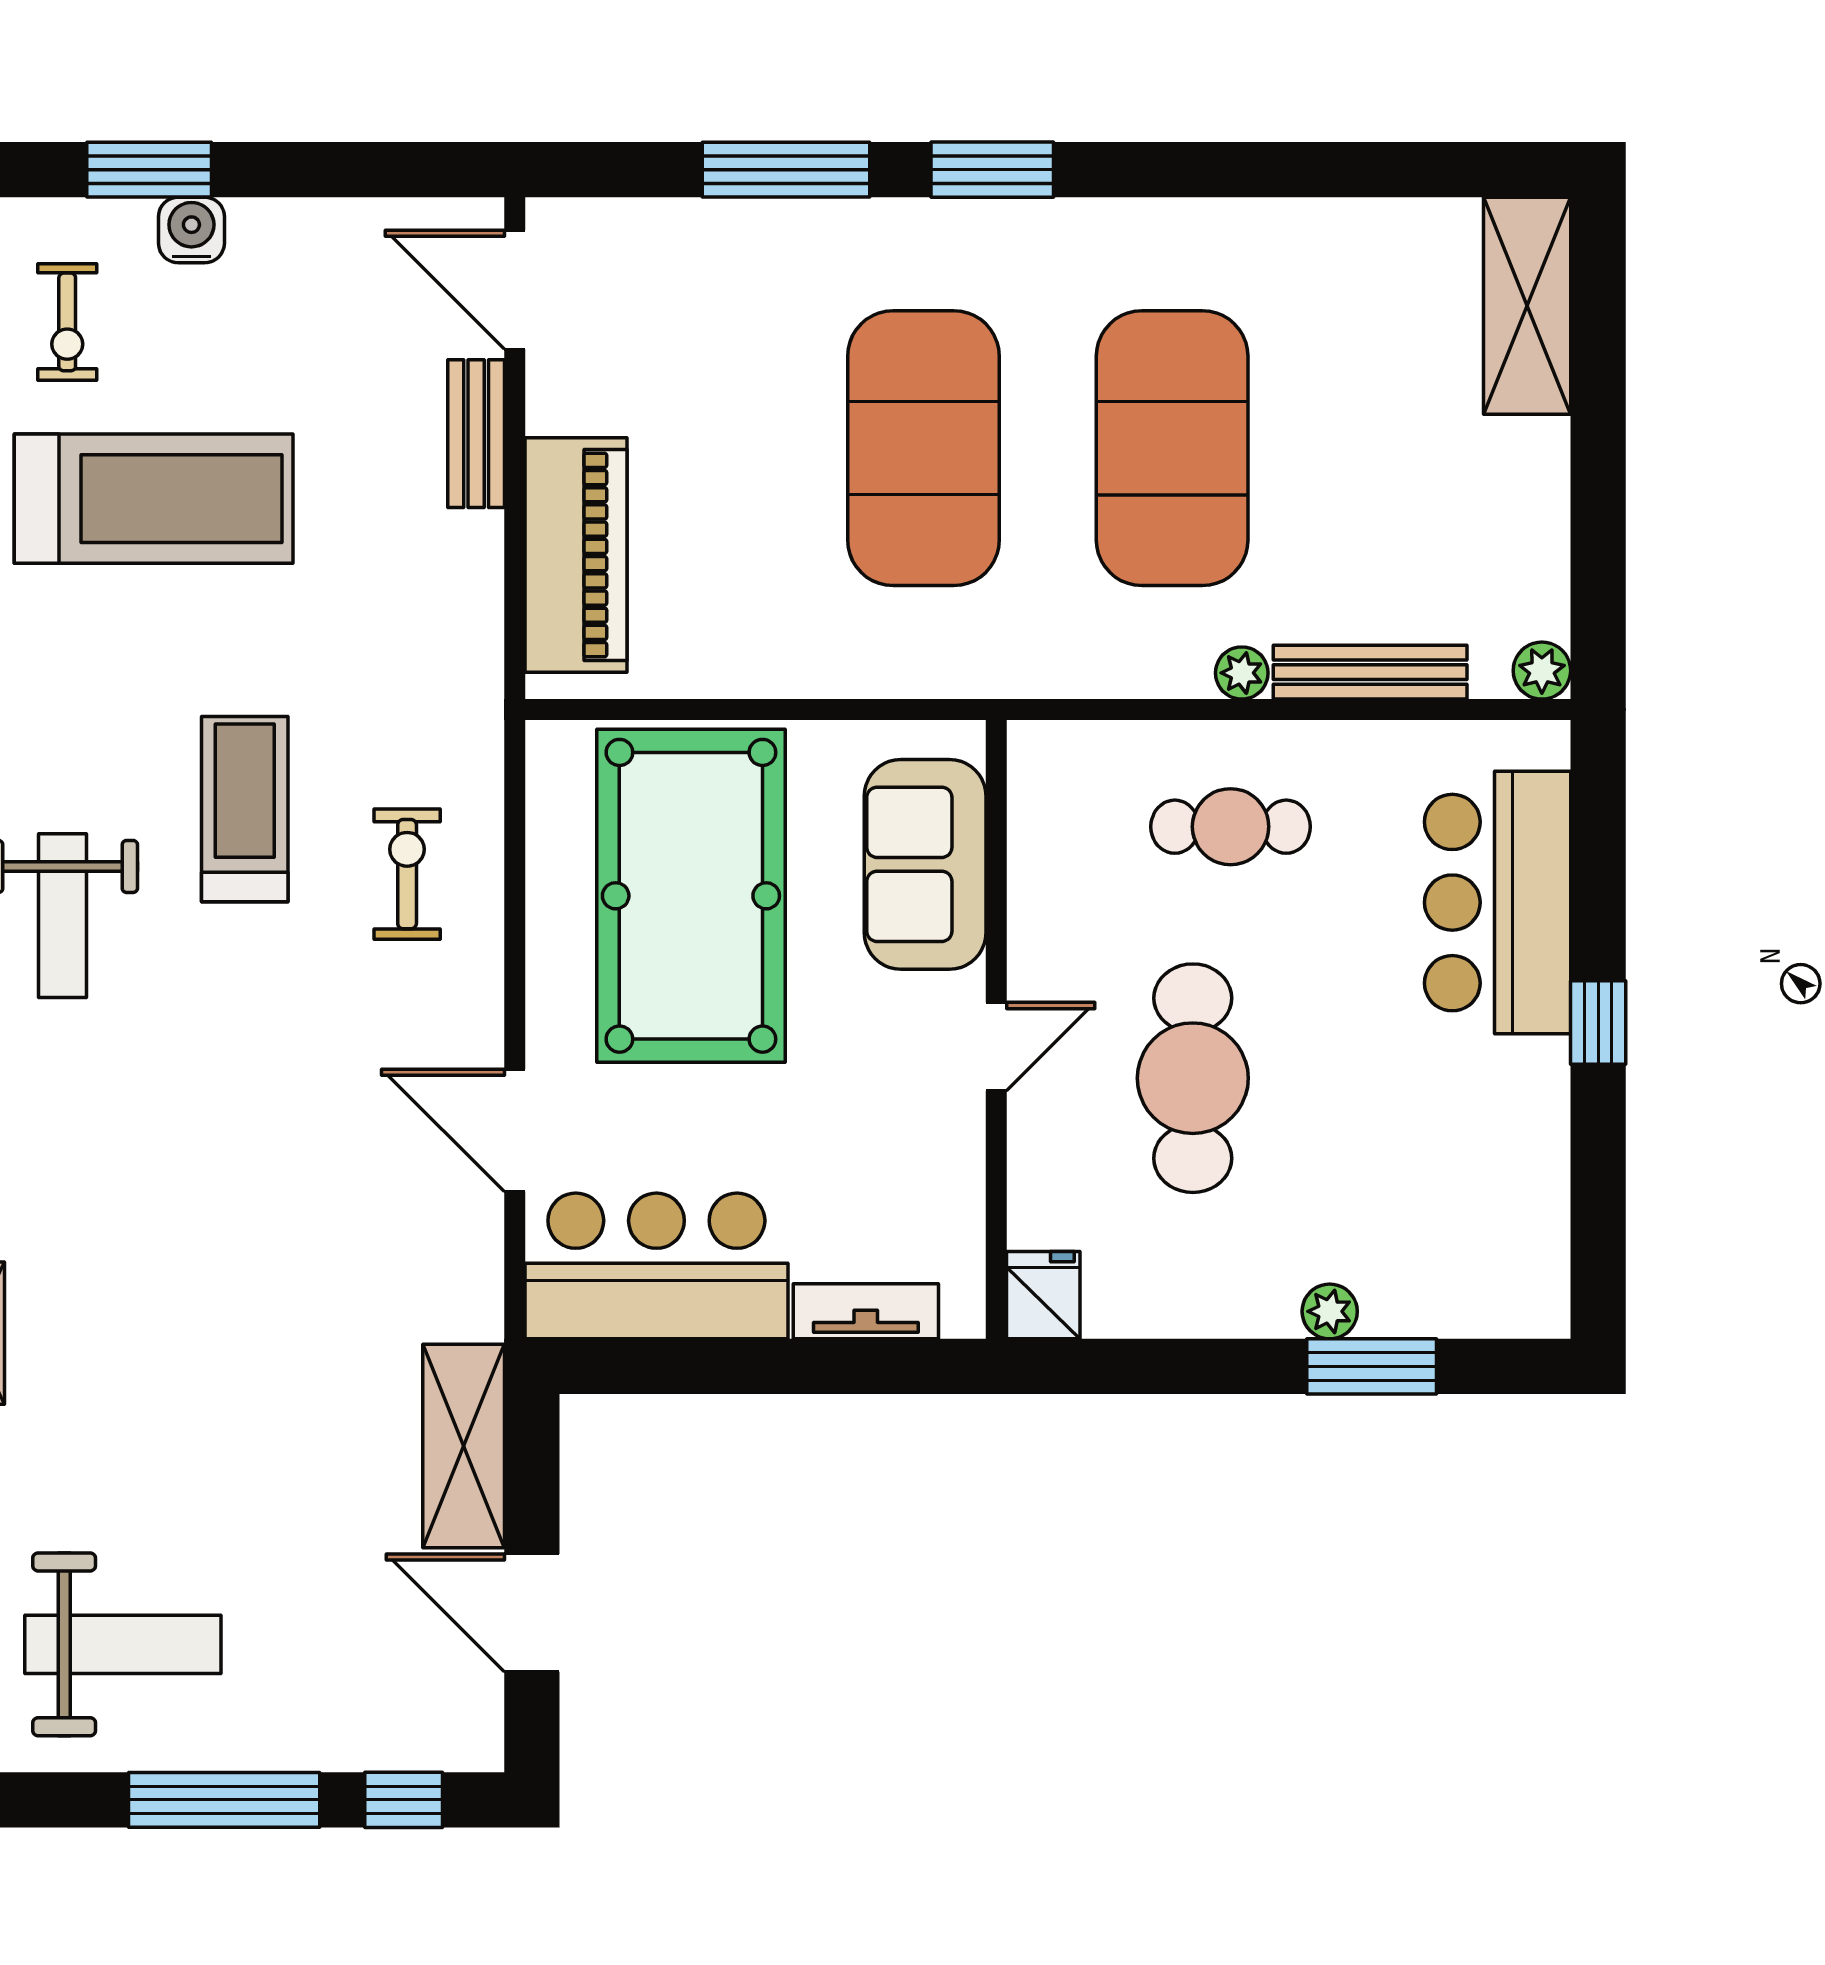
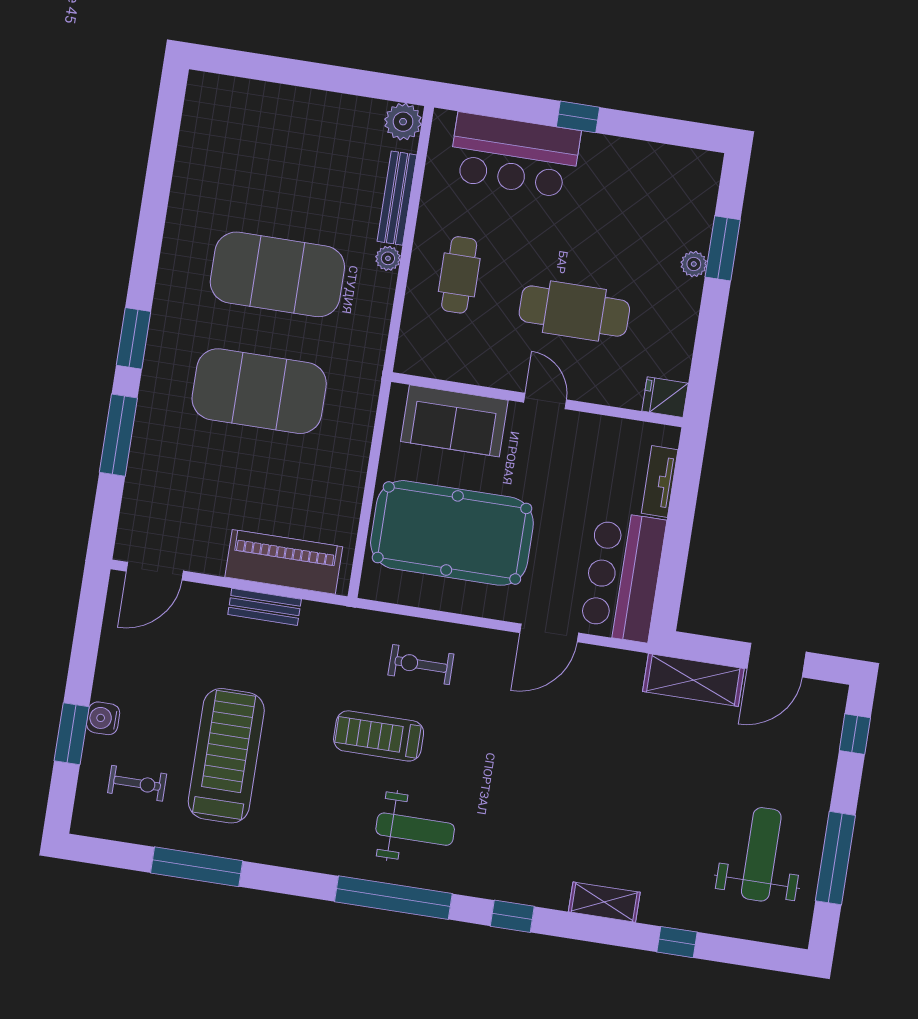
shelving: (1527, 306) -> (237, 98), removed
bench: (476, 434) -> (265, 607), moved
plant: (1542, 671) -> (403, 122), width x1.38, depth x1.38
window: (224, 1800) -> (835, 858), moved

